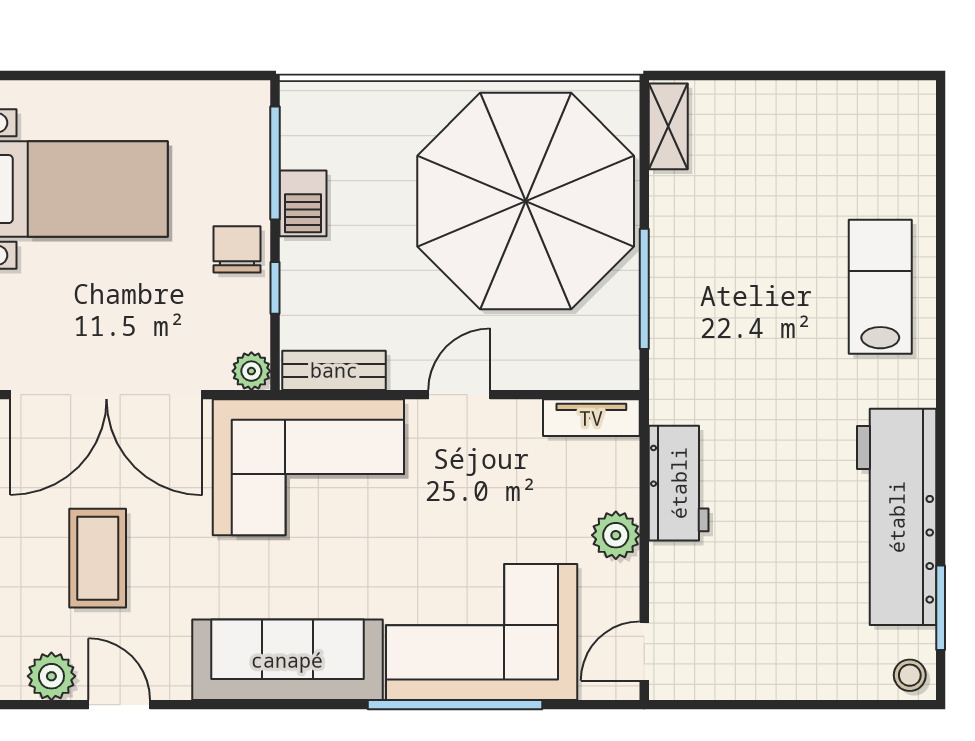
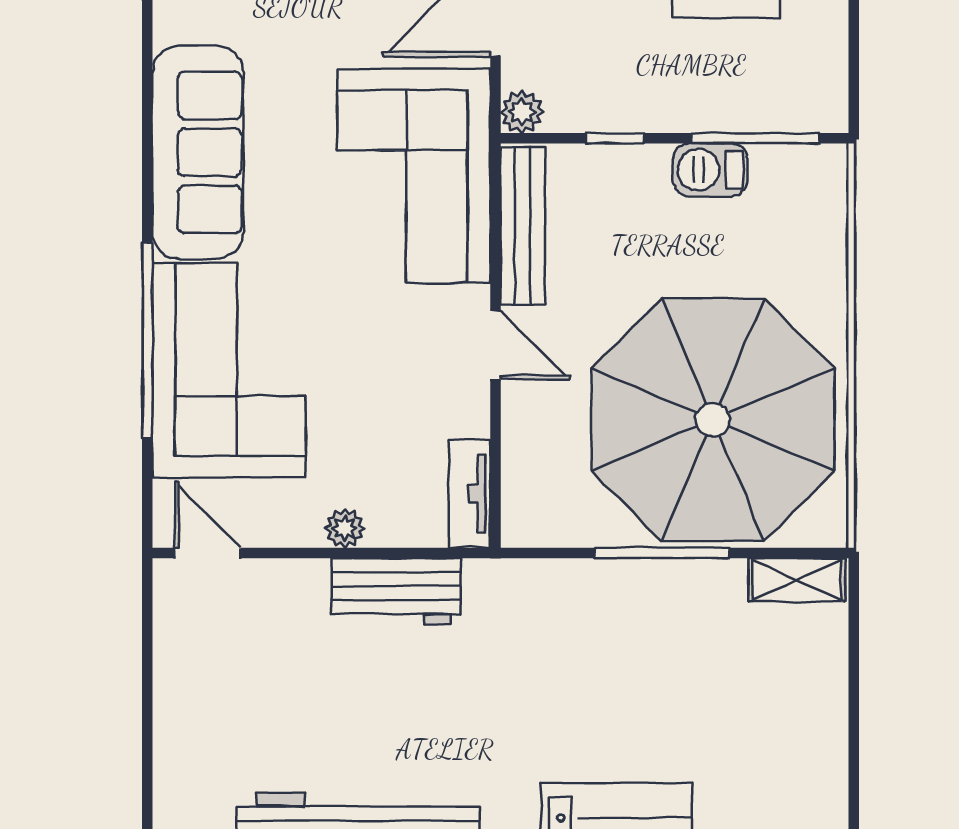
chair: (237, 249) -> (659, 96), removed
window: (644, 289) -> (662, 553), moved
bench: (334, 370) -> (523, 226), width x1.36
plant: (616, 535) -> (345, 528), width x0.73, depth x0.73

